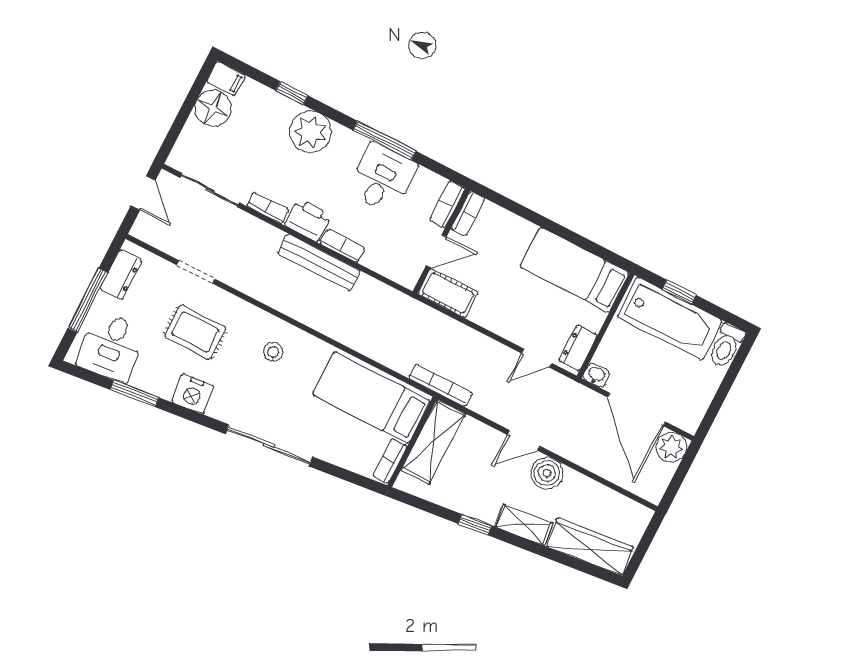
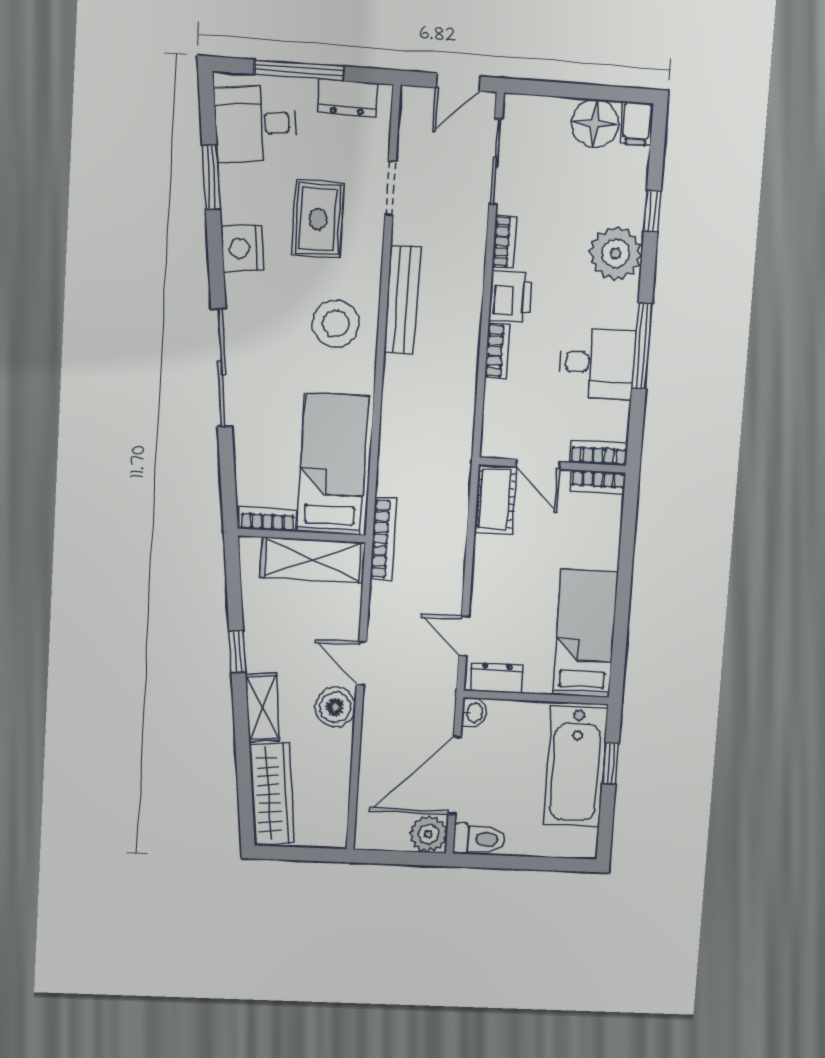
bench: (319, 262) -> (402, 300), moved
toilet: (726, 346) -> (479, 839), moved, turned 180
stool: (273, 352) -> (336, 324), width x1.89, depth x1.89

